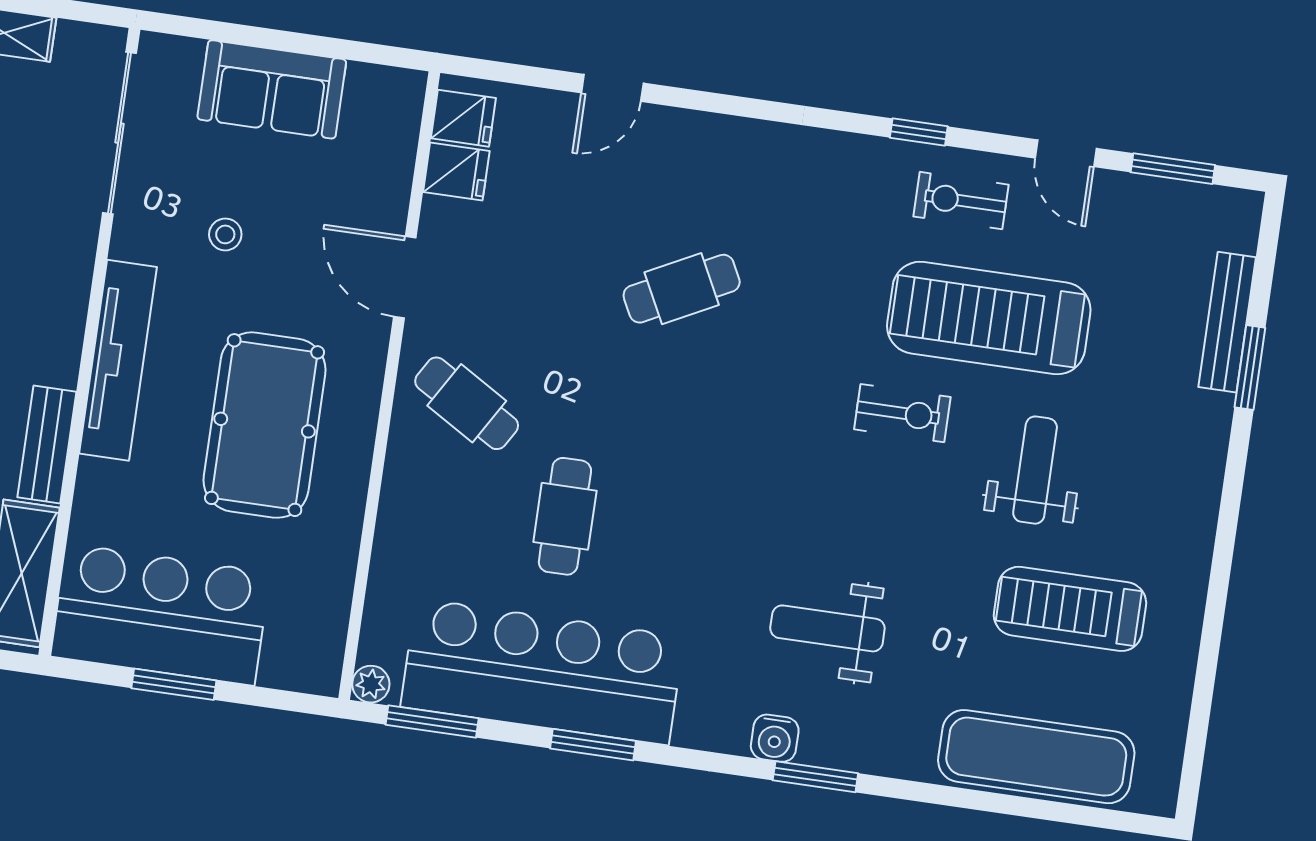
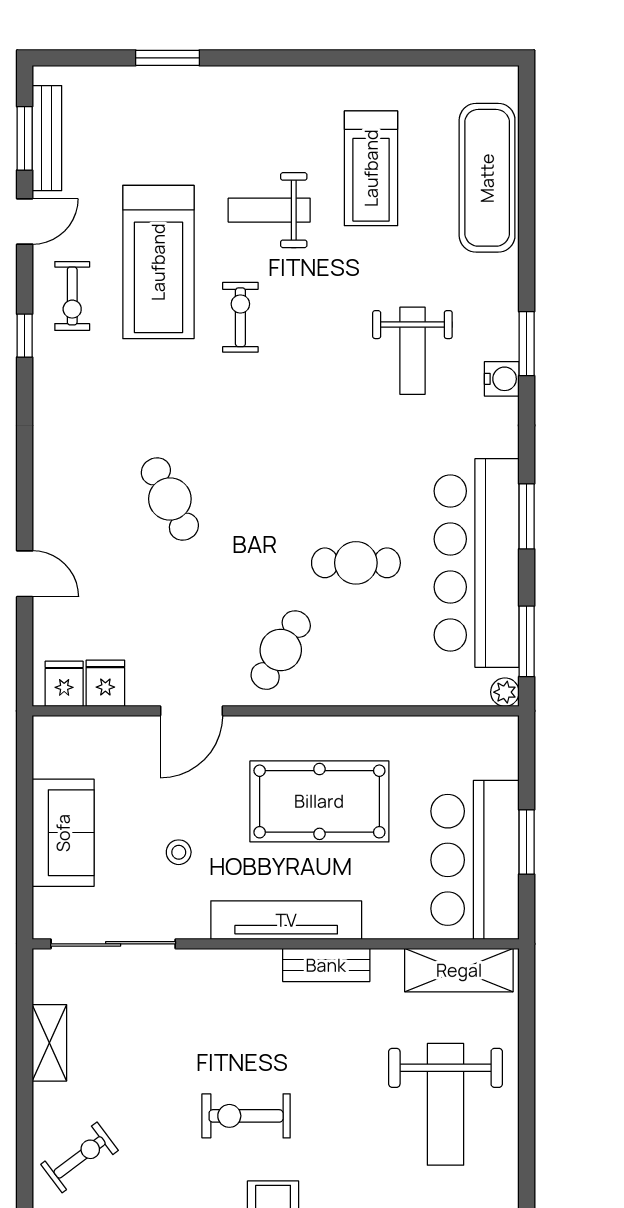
bench: (1227, 322) -> (47, 138), moved, turned 90
bench: (47, 445) -> (326, 965), moved

